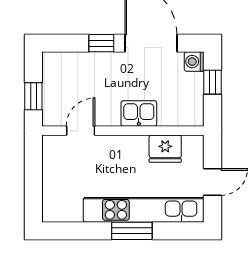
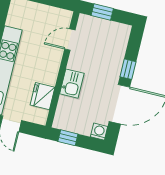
window: (212, 82) -> (68, 138), moved
door: (81, 131) -> (70, 39), swing flipped

